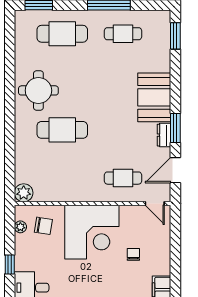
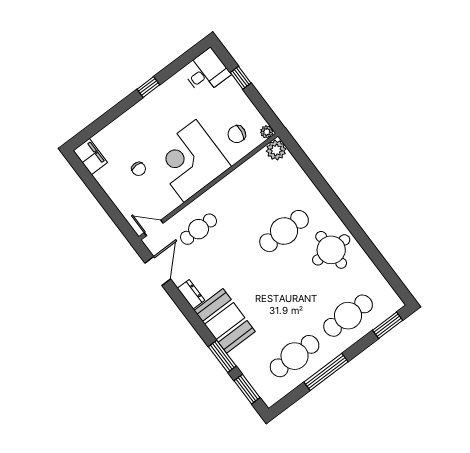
cafe table: (123, 34) -> (295, 356), width x1.37, depth x1.35
window: (175, 128) -> (222, 356), moved
plant: (20, 227) -> (267, 132), moved

